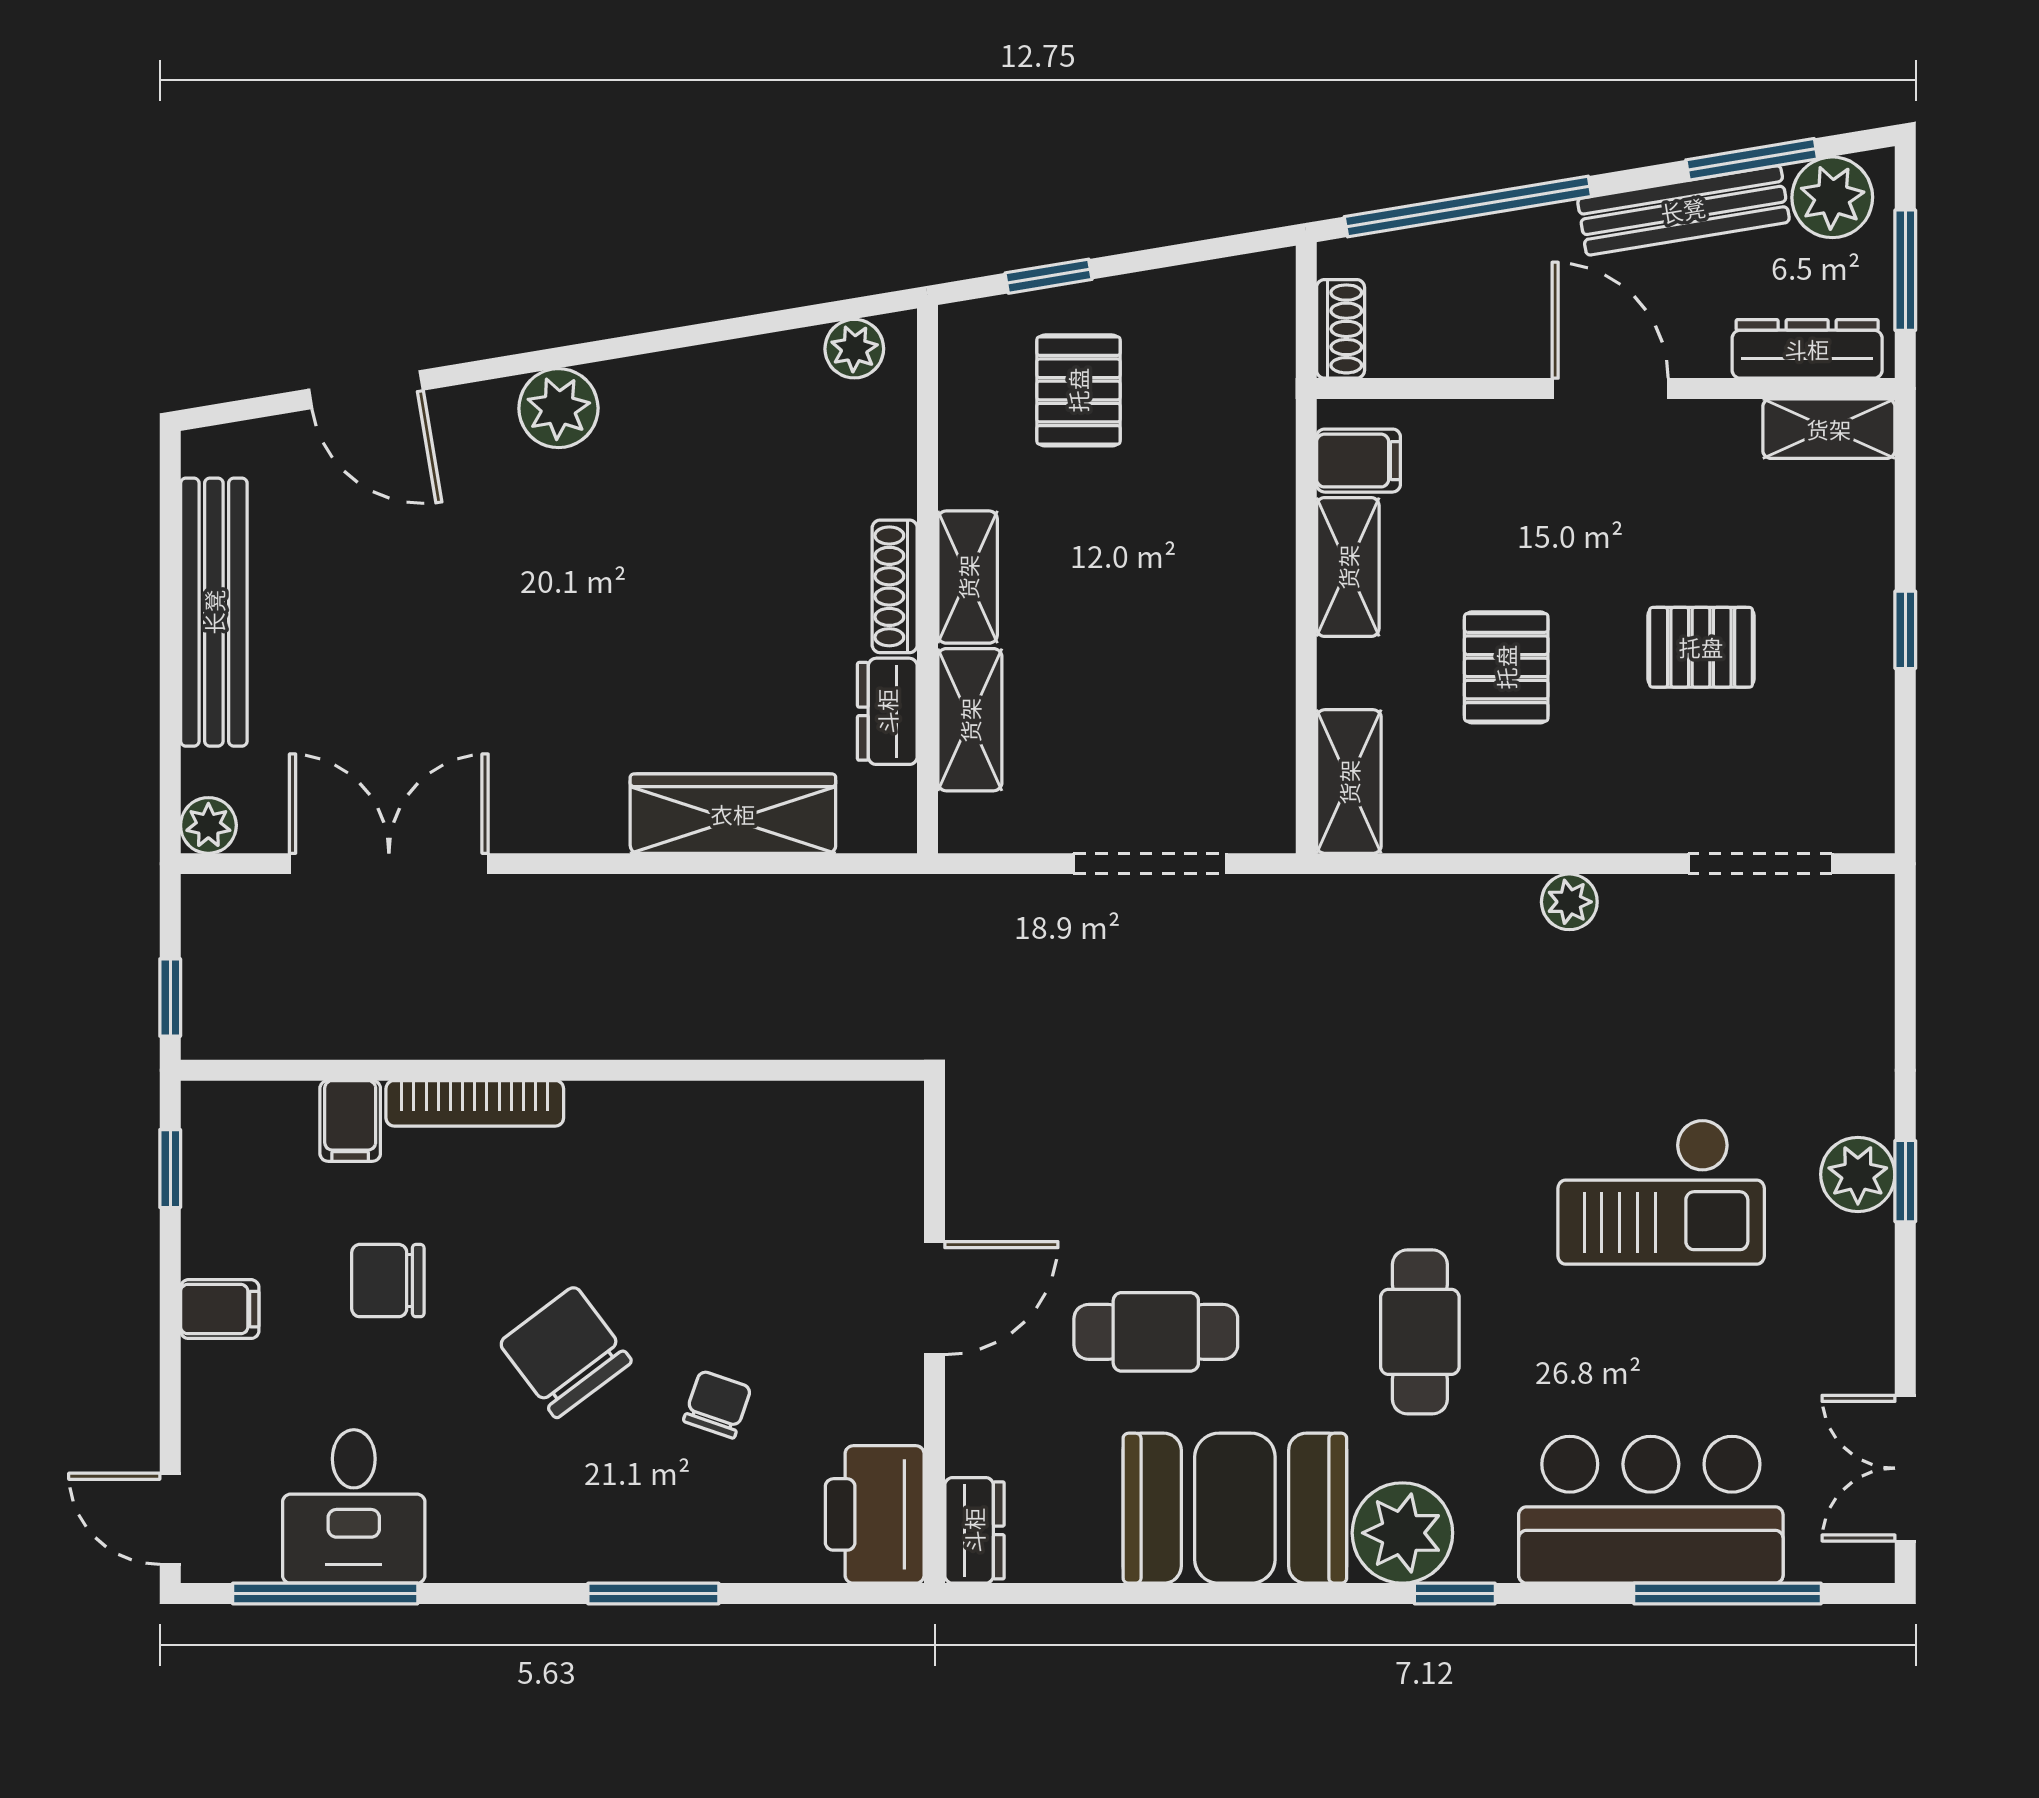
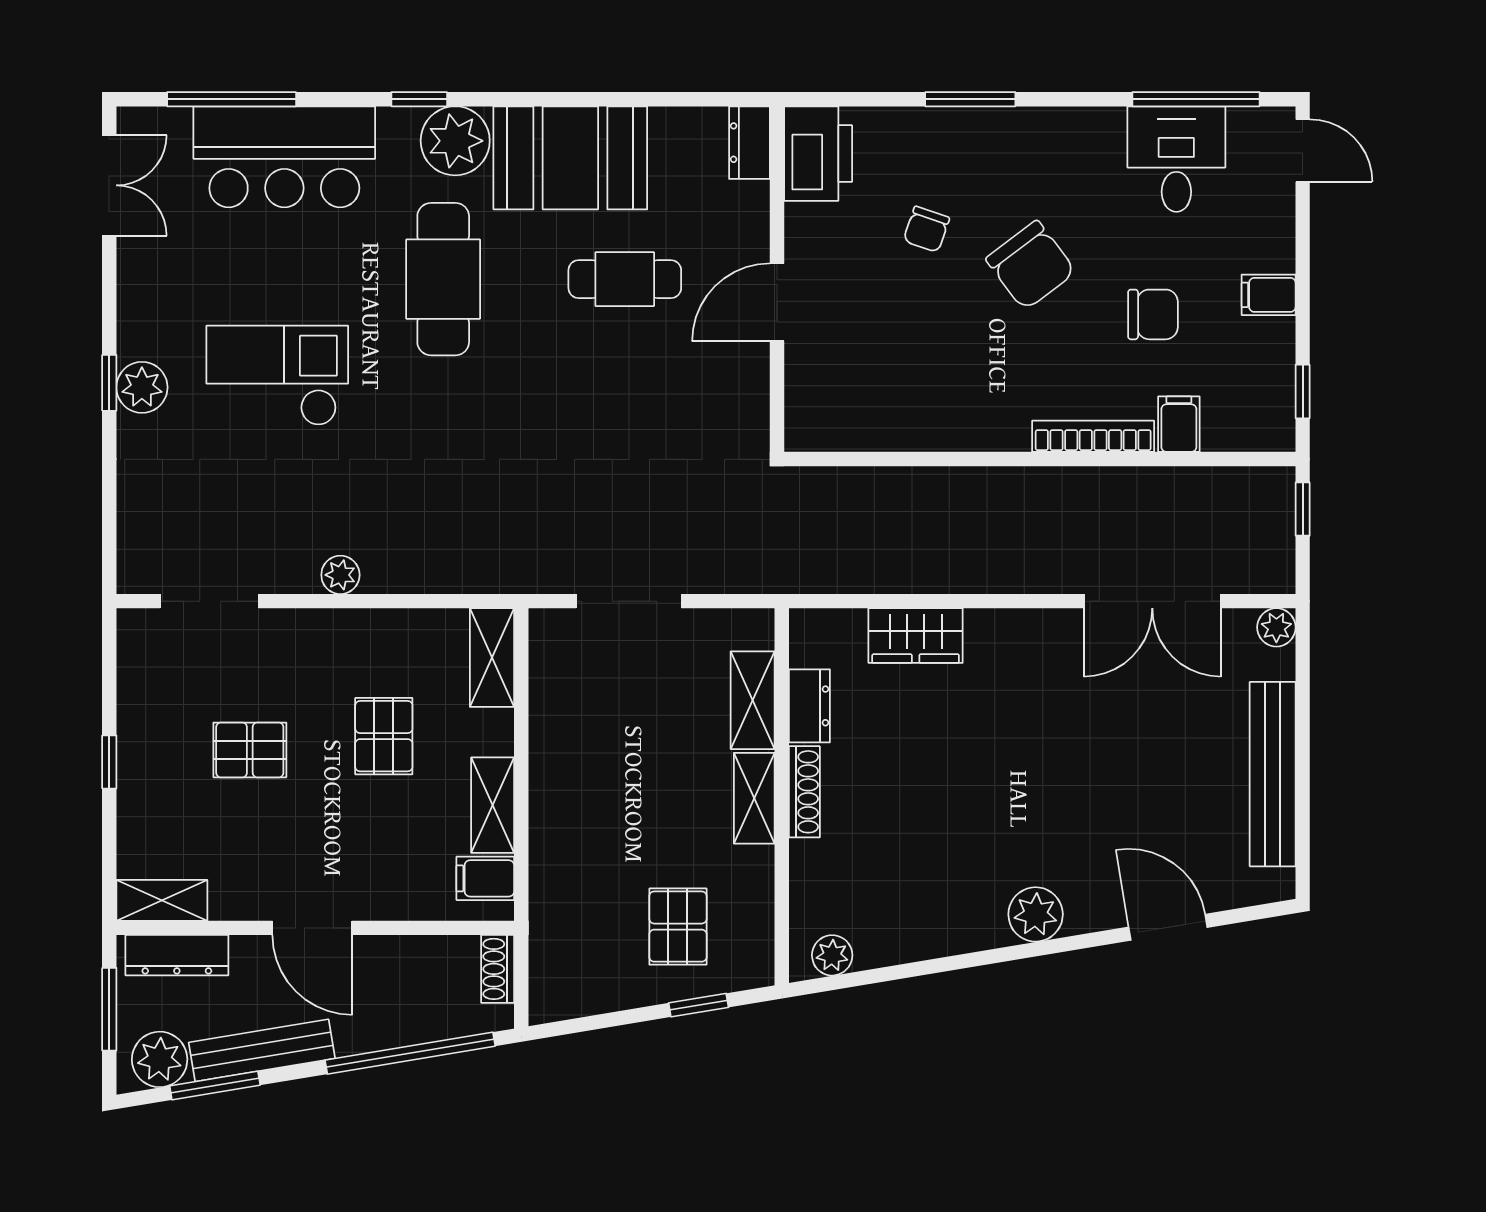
wardrobe: (733, 814) -> (916, 636), width x0.67
cafe table: (1420, 1332) -> (443, 279), width x1.37, depth x1.35

